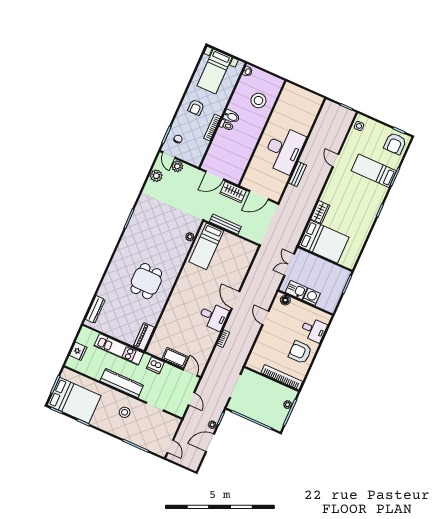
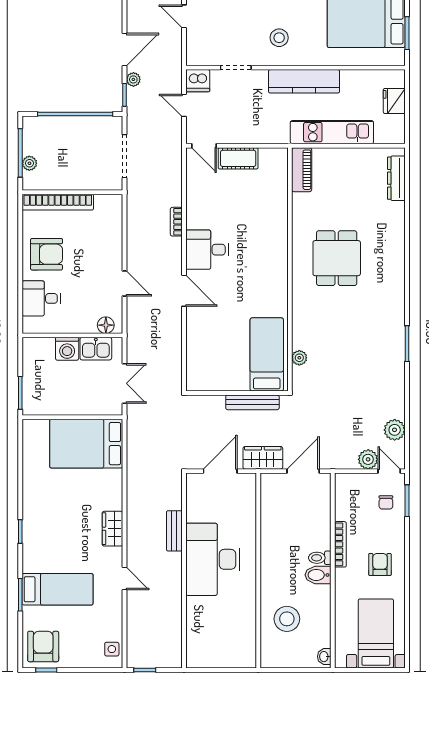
wardrobe: (320, 212) -> (112, 529), moved
dishwasher: (155, 365) -> (198, 81), moved, turned 180

